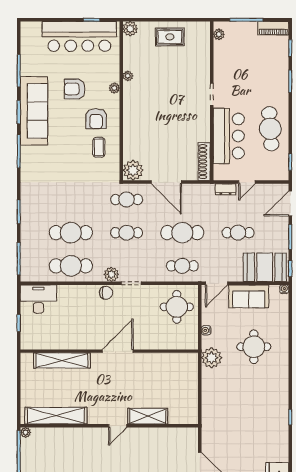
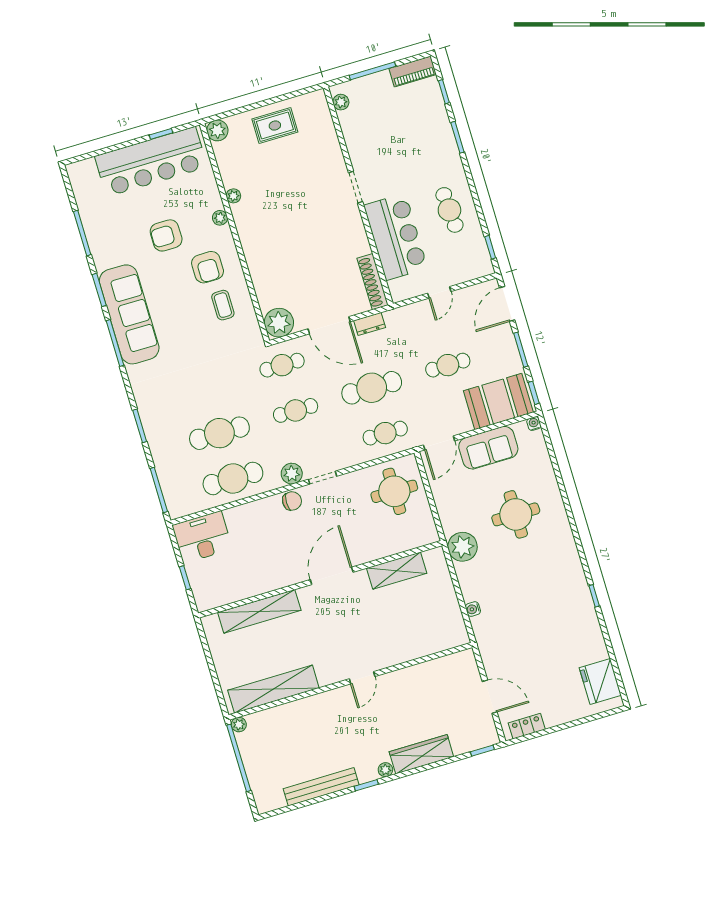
sofa: (34, 111) -> (129, 314), moved
cafe table: (270, 129) -> (449, 210), width x0.73, depth x0.74
dresser: (225, 189) -> (370, 324), moved
water cooler: (206, 330) -> (473, 609), moved
shelving: (148, 416) -> (397, 571), moved

